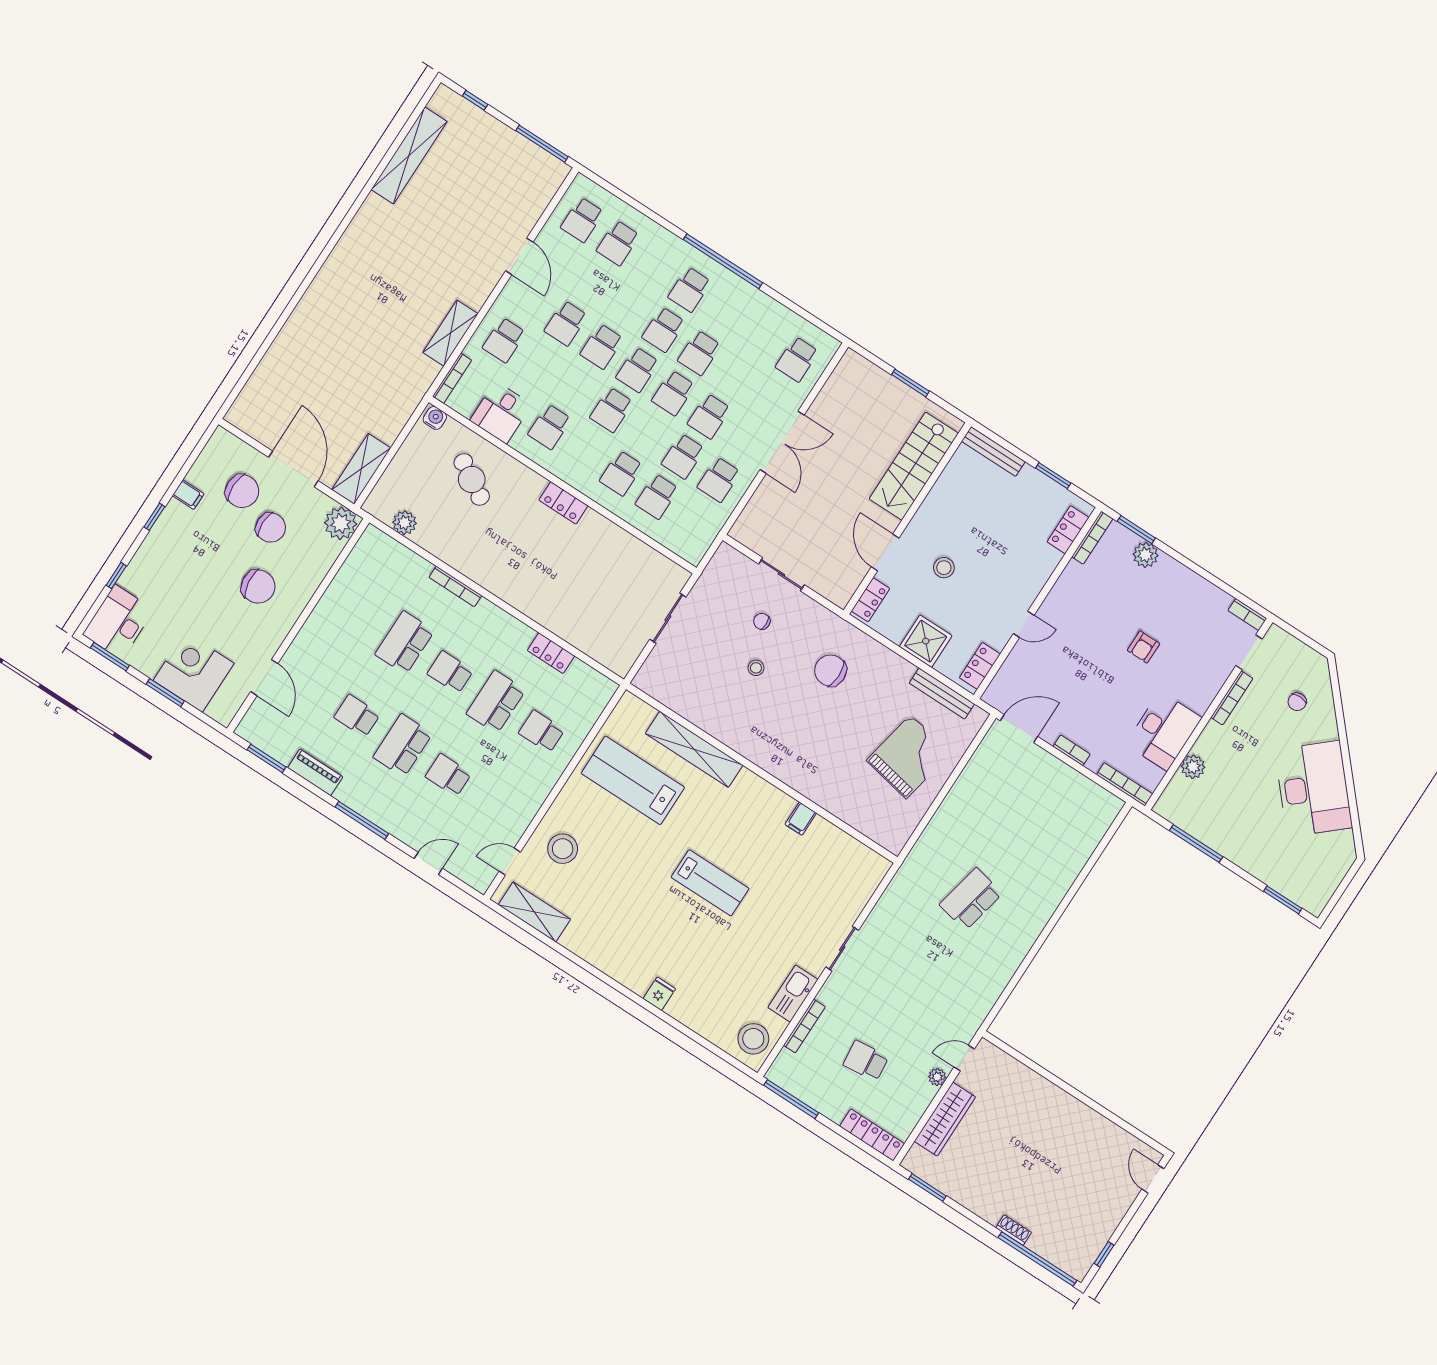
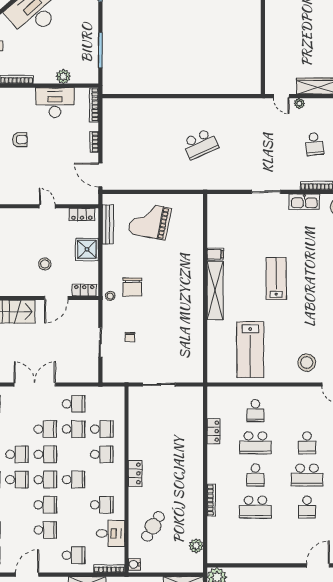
stool: (756, 668) -> (110, 296), moved
shelving: (694, 749) -> (215, 290), moved
school desk: (971, 899) -> (200, 144), turned -36

